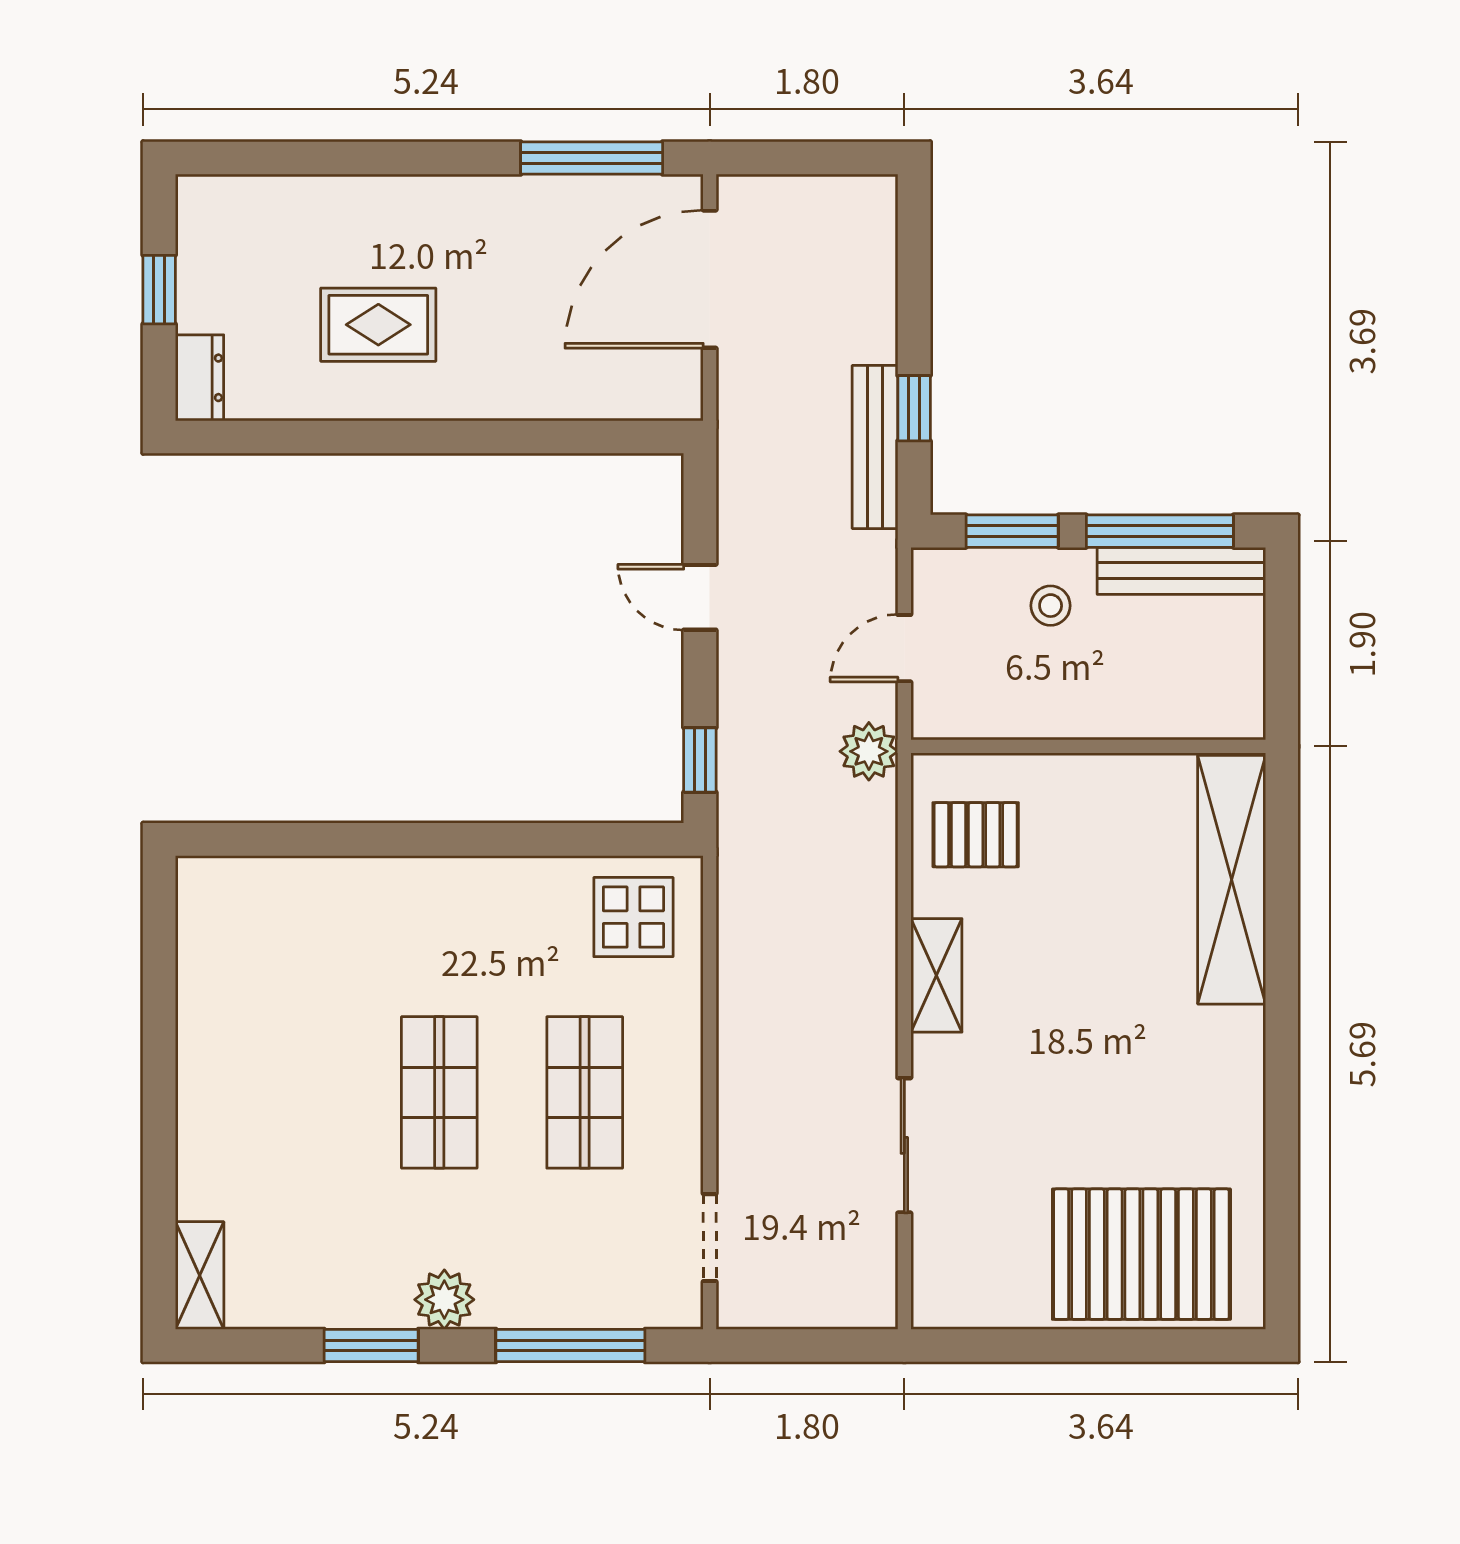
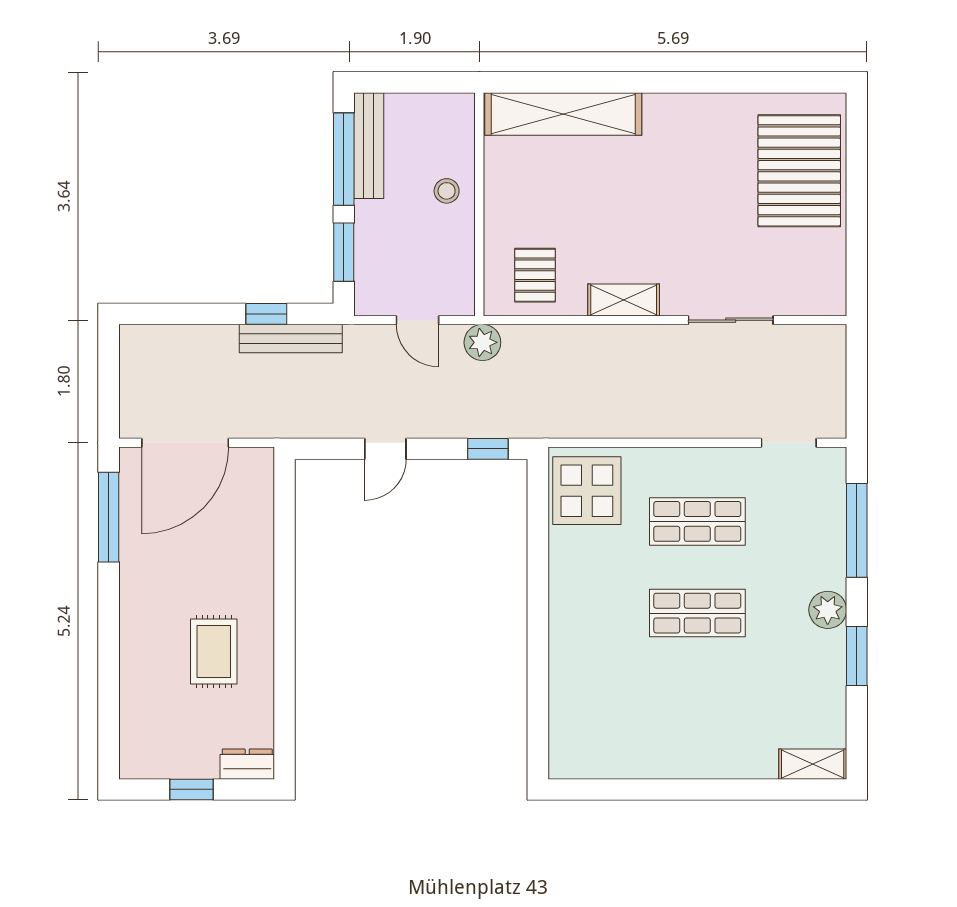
door: (710, 279) -> (185, 443), hinge flipped
stool: (1051, 606) -> (447, 191), moved
display table: (633, 917) -> (587, 491), width x1.36, depth x1.36

